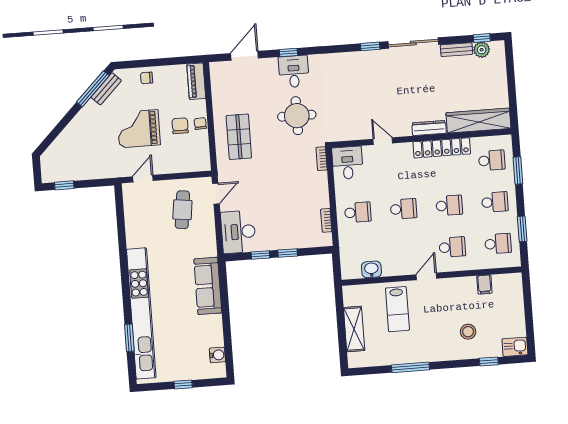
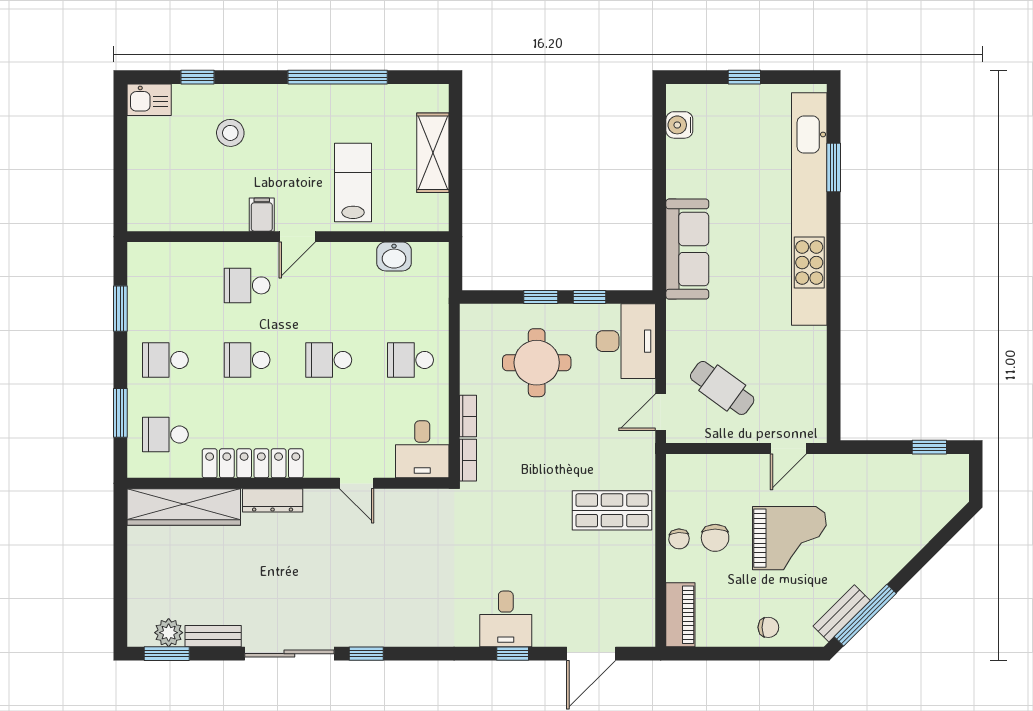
window: (482, 38) -> (167, 654), width x1.50
round table: (297, 116) -> (537, 363), moved
shop shelf: (239, 137) -> (612, 510), turned 90
cafe table: (182, 210) -> (722, 388), turned -61
bookcase: (326, 220) -> (468, 416), moved
school desk: (498, 244) -> (165, 285), removed
filing cabinet: (484, 284) -> (262, 215), moved
window: (410, 367) -> (338, 77), width x1.46

